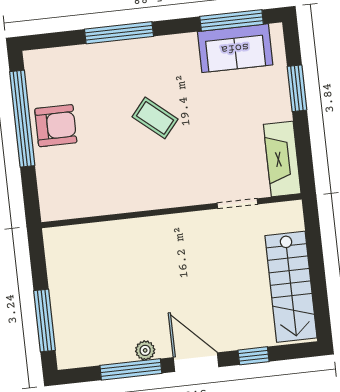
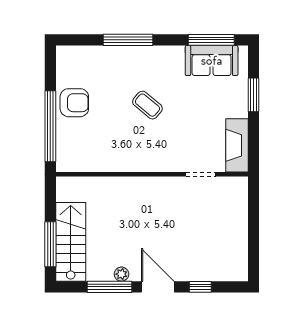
window: (22, 119) -> (50, 126), moved
stairs: (291, 287) -> (71, 242), moved, turned 180

